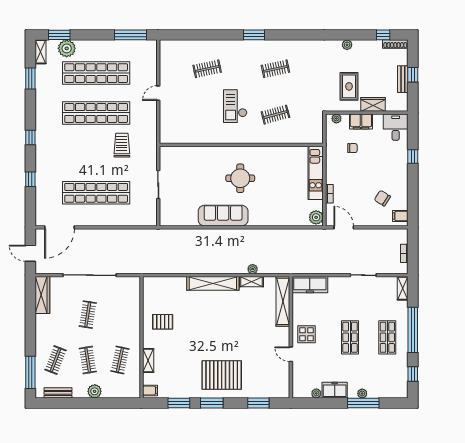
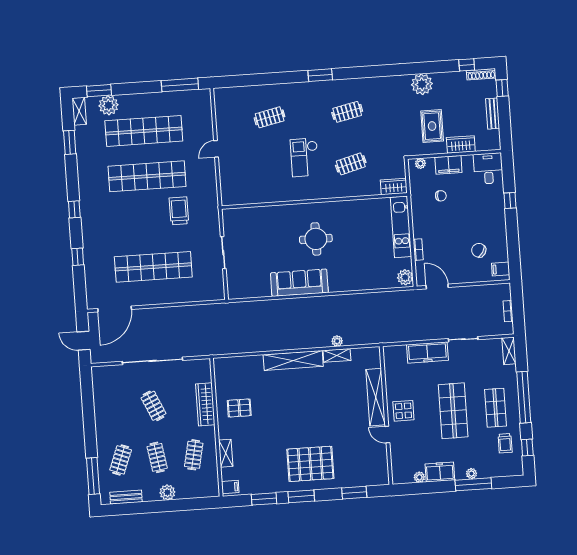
plant: (347, 45) -> (422, 84), width x1.88, depth x1.88
window: (413, 75) -> (502, 88), moved
wardrobe: (312, 137) -> (394, 187), added
freezer: (310, 285) -> (427, 352), moved
wardrobe: (42, 295) -> (205, 404), moved, turned 180
shelving: (283, 301) -> (376, 397), moved
clothes rail: (88, 315) -> (154, 406), turned -33
shop shelf: (350, 337) -> (453, 411), width x1.43, depth x1.36
trolley: (394, 369) -> (505, 443), added

